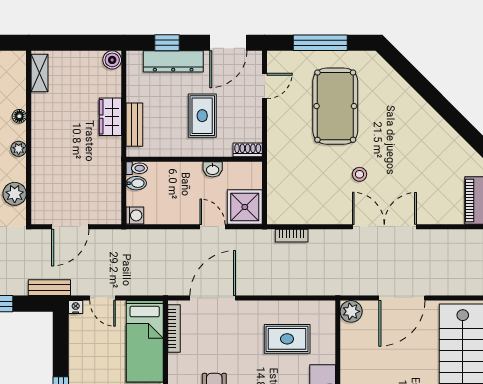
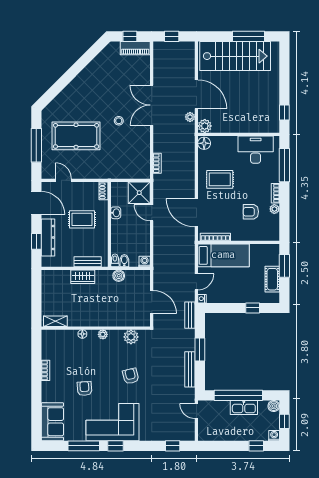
boiler: (112, 60) -> (119, 276), moved
door: (212, 227) -> (152, 213), hinge flipped
plant: (366, 288) -> (190, 117), added
floor lamp: (324, 310) -> (204, 143), added
rug: (287, 339) -> (220, 179), moved, turned 90

